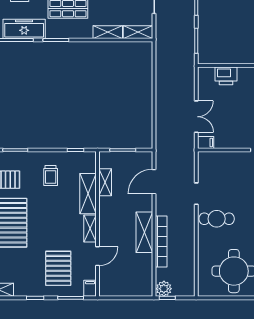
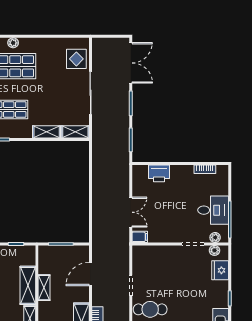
shelving: (105, 182) -> (44, 288), moved

